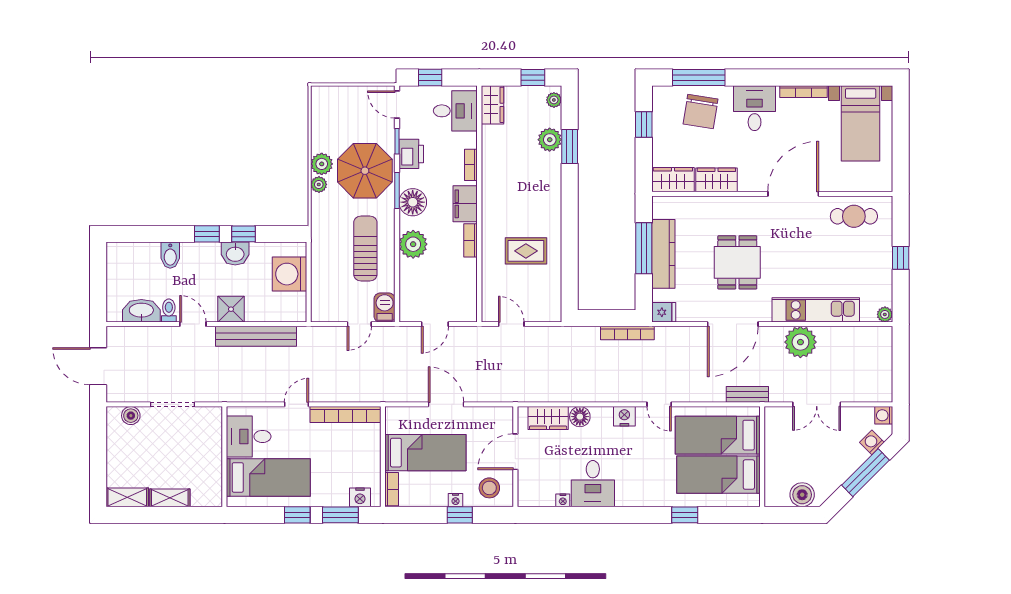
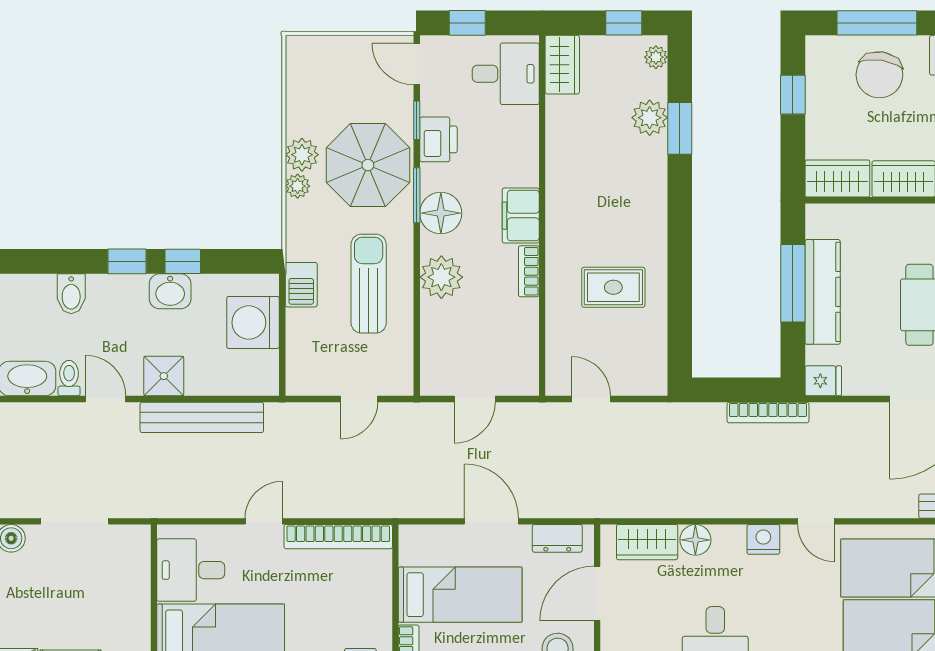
bookcase: (471, 165) -> (529, 156), removed
barbecue: (385, 308) -> (301, 285), moved, turned 180
dresser: (489, 416) -> (557, 538), added

